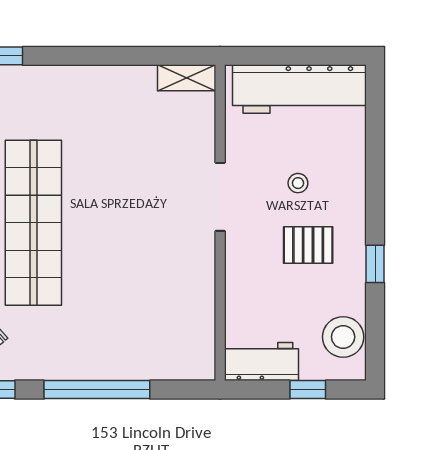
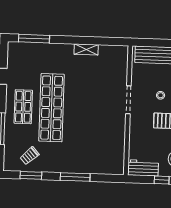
shelving: (187, 78) -> (86, 49), moved
window: (97, 390) -> (75, 177), width x0.68

